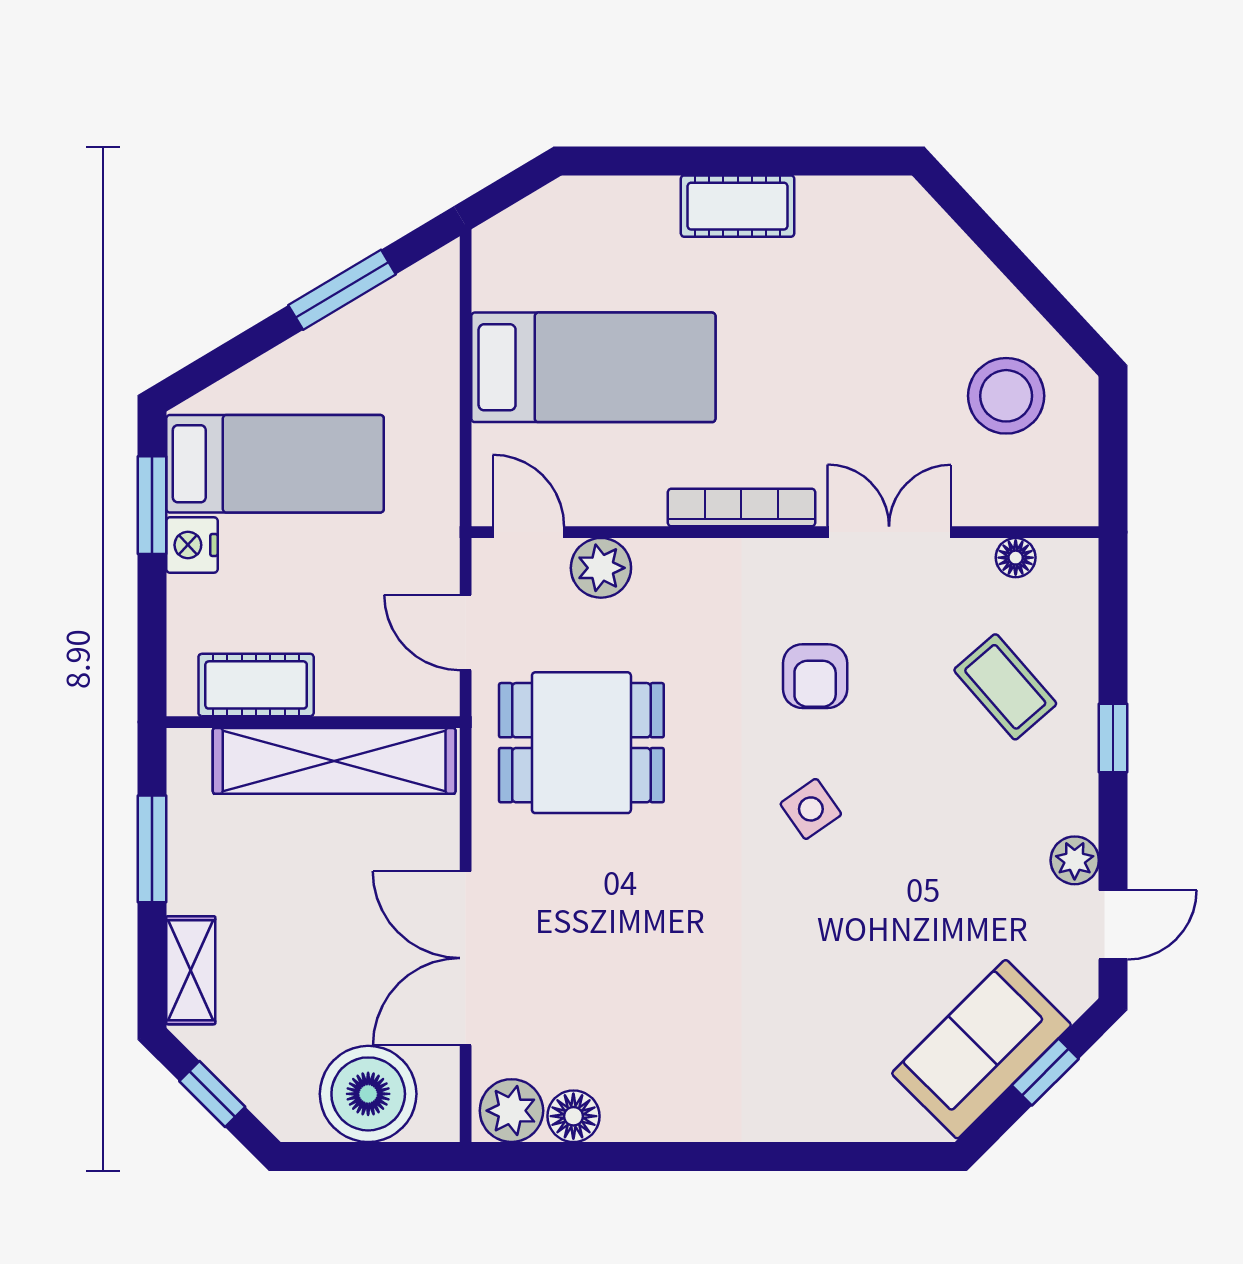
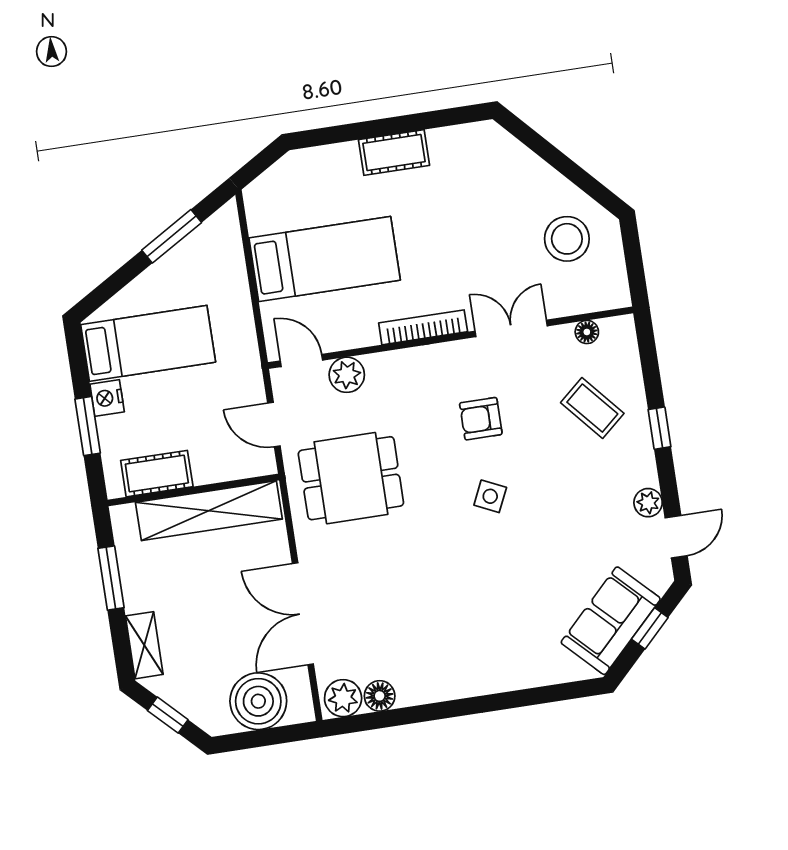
window: (152, 505) -> (88, 426), moved
armchair: (815, 676) -> (481, 419), turned 90
side table: (811, 809) -> (490, 496), turned -30

